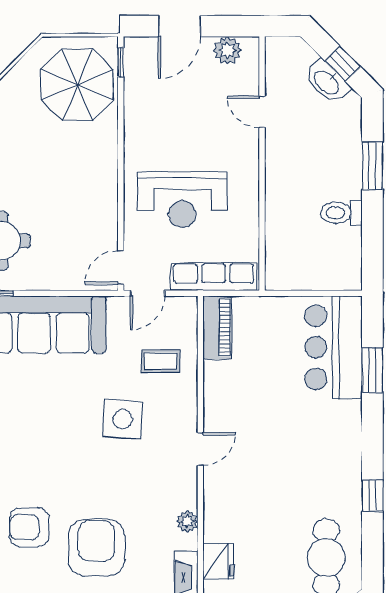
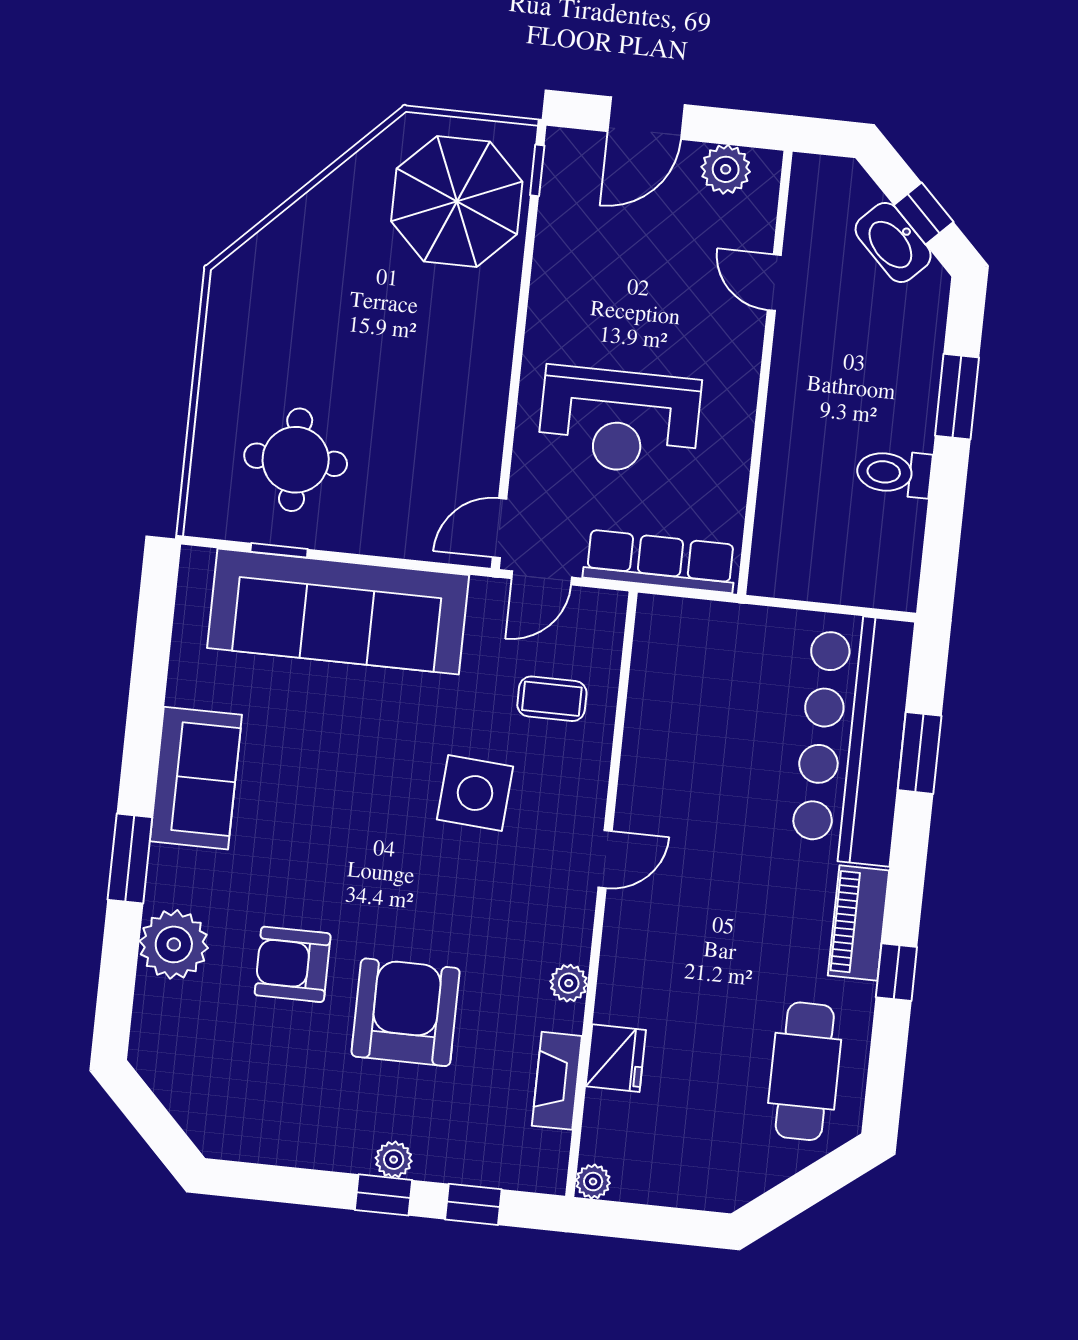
piano: (217, 328) -> (859, 923), moved, turned 180
bar counter: (333, 347) -> (852, 739), width x1.36

